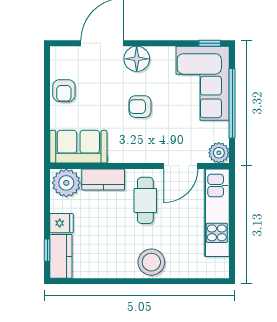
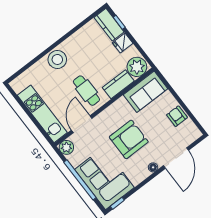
floor lamp: (137, 59) -> (153, 167), width x0.53, depth x0.53
armchair: (140, 107) -> (129, 139), width x1.88, depth x1.88

